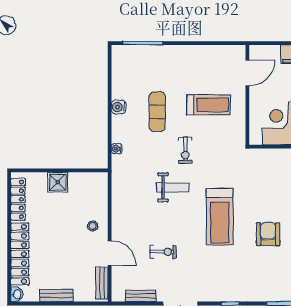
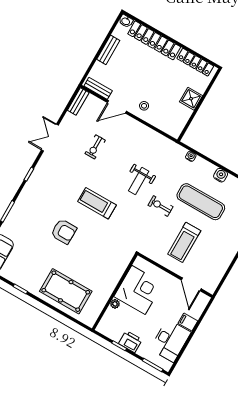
exercise mat: (157, 112) -> (201, 202), width x1.36, depth x1.45
treadmill: (220, 217) -> (97, 203), width x0.73, depth x0.73
bench: (141, 296) -> (78, 101), moved

